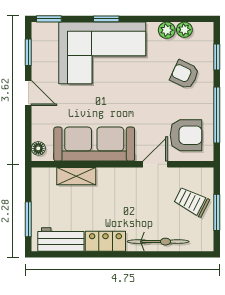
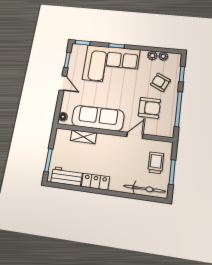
armchair: (186, 135) -> (149, 108), moved
trolley: (191, 202) -> (156, 163), turned 63
bicycle: (158, 242) -> (144, 189), moved

